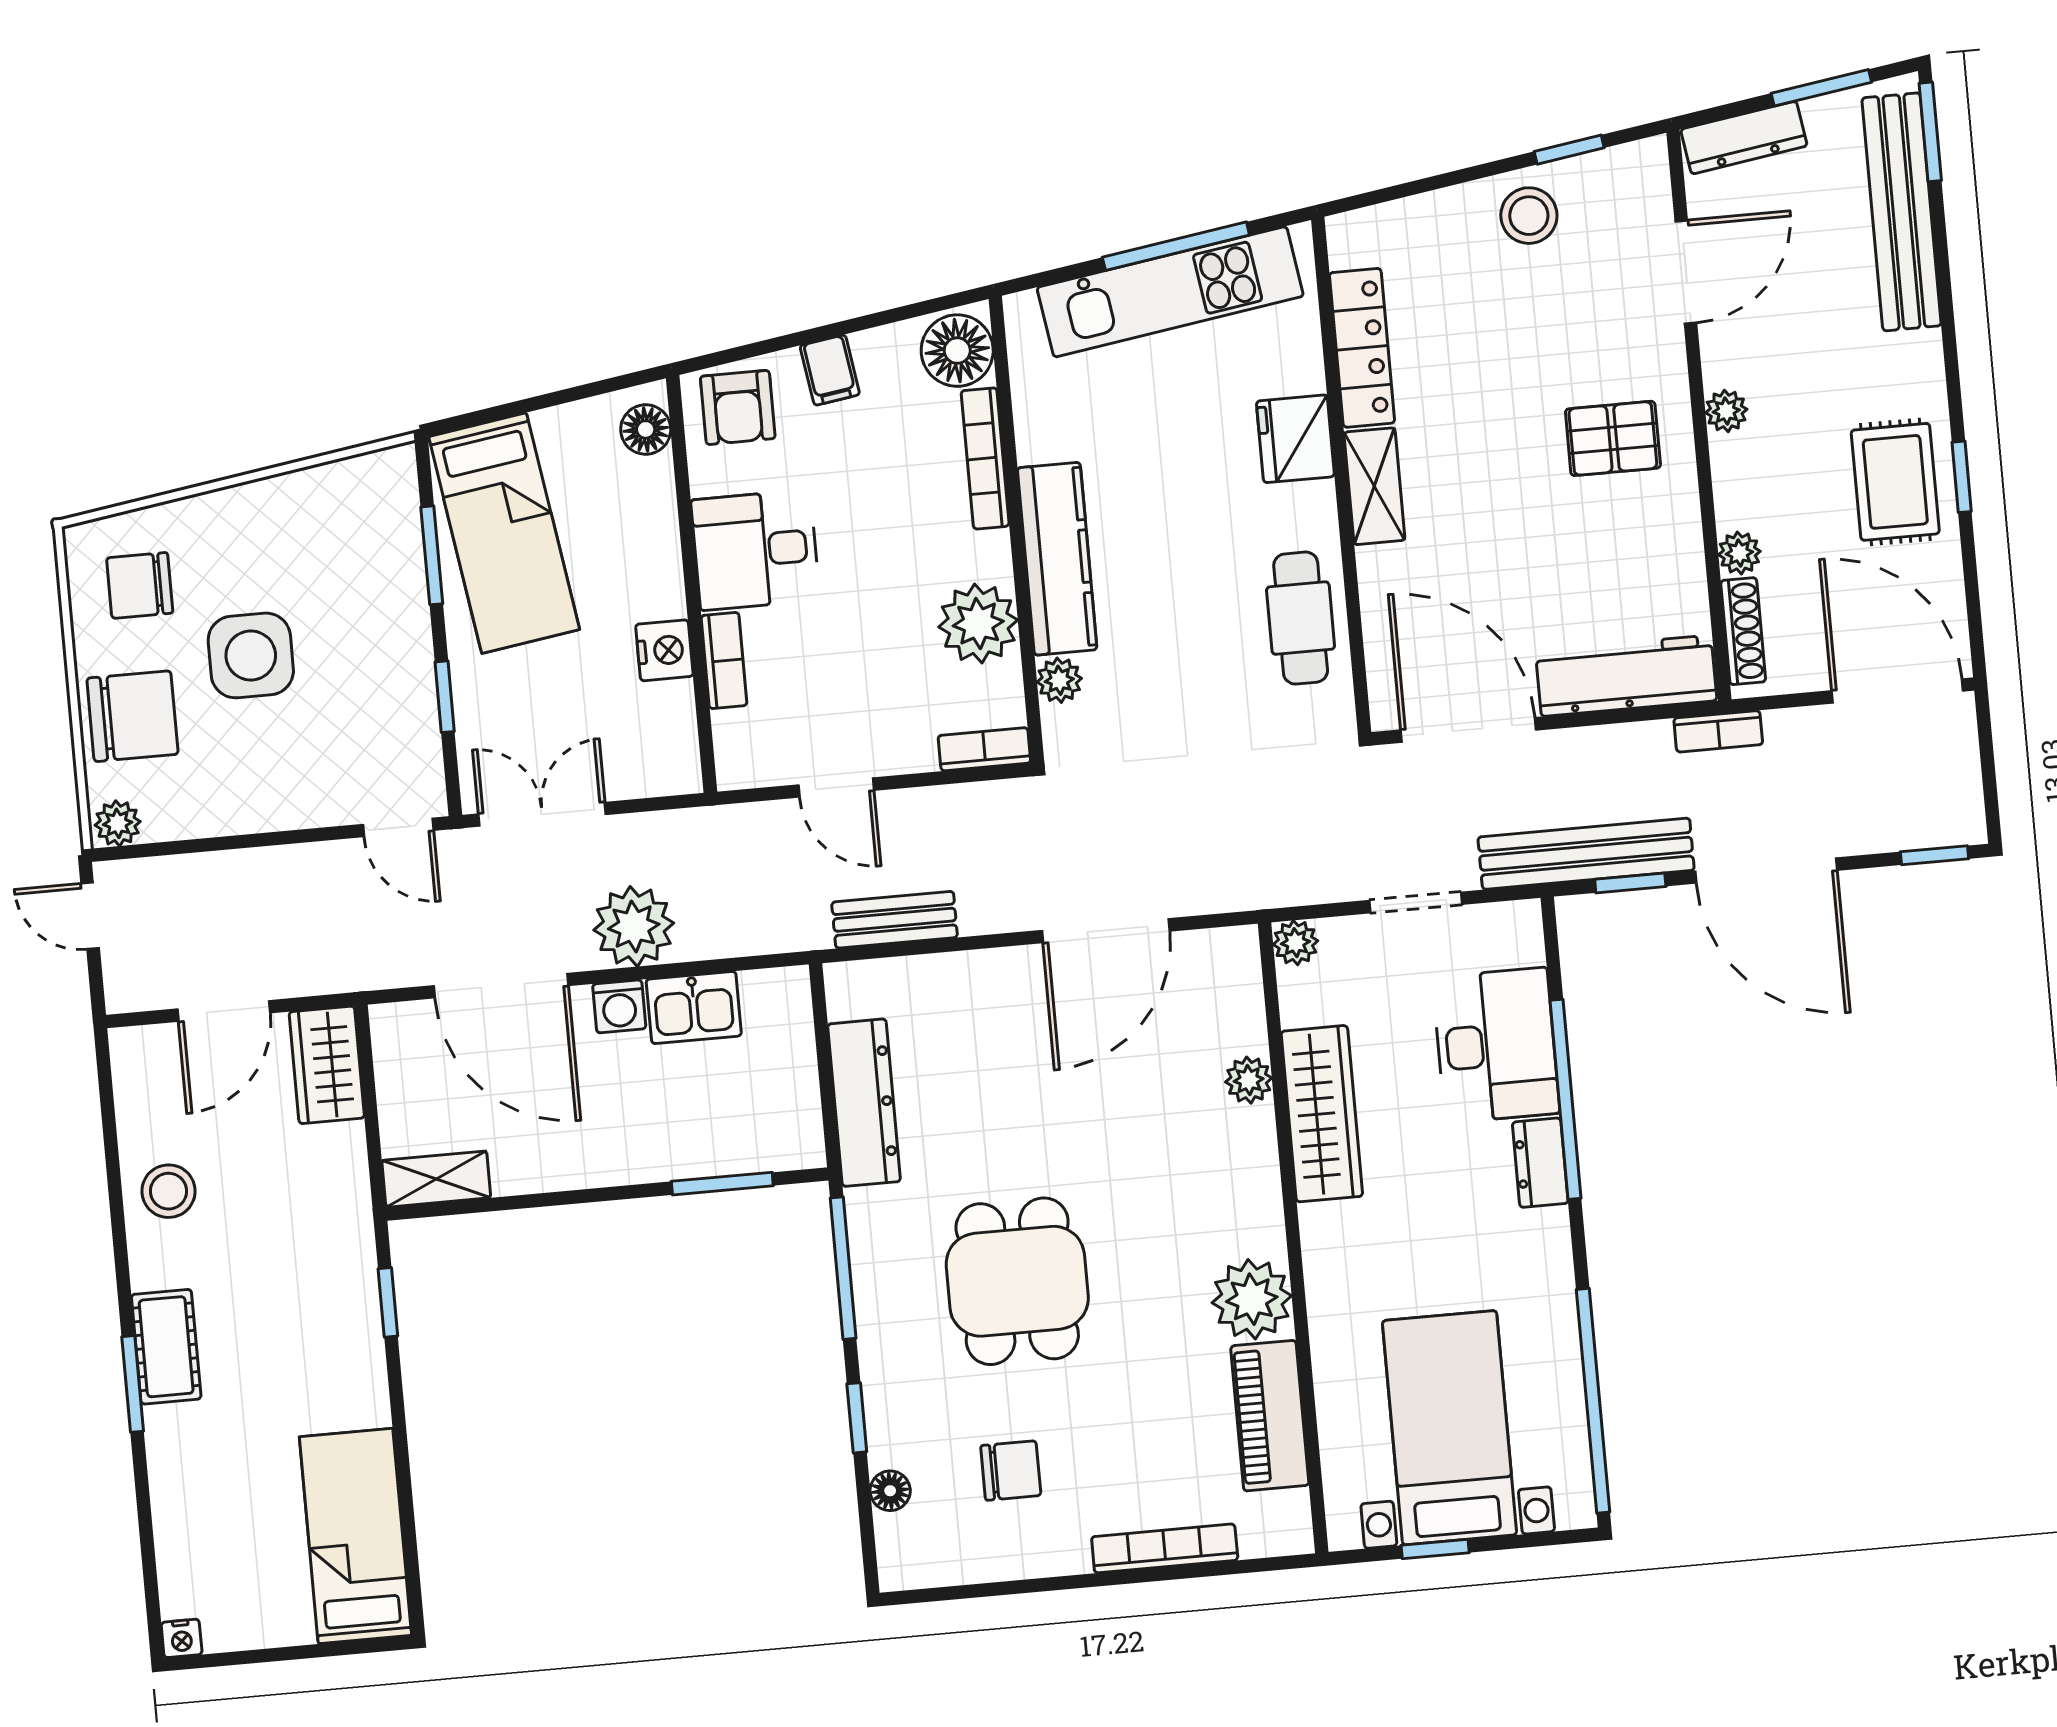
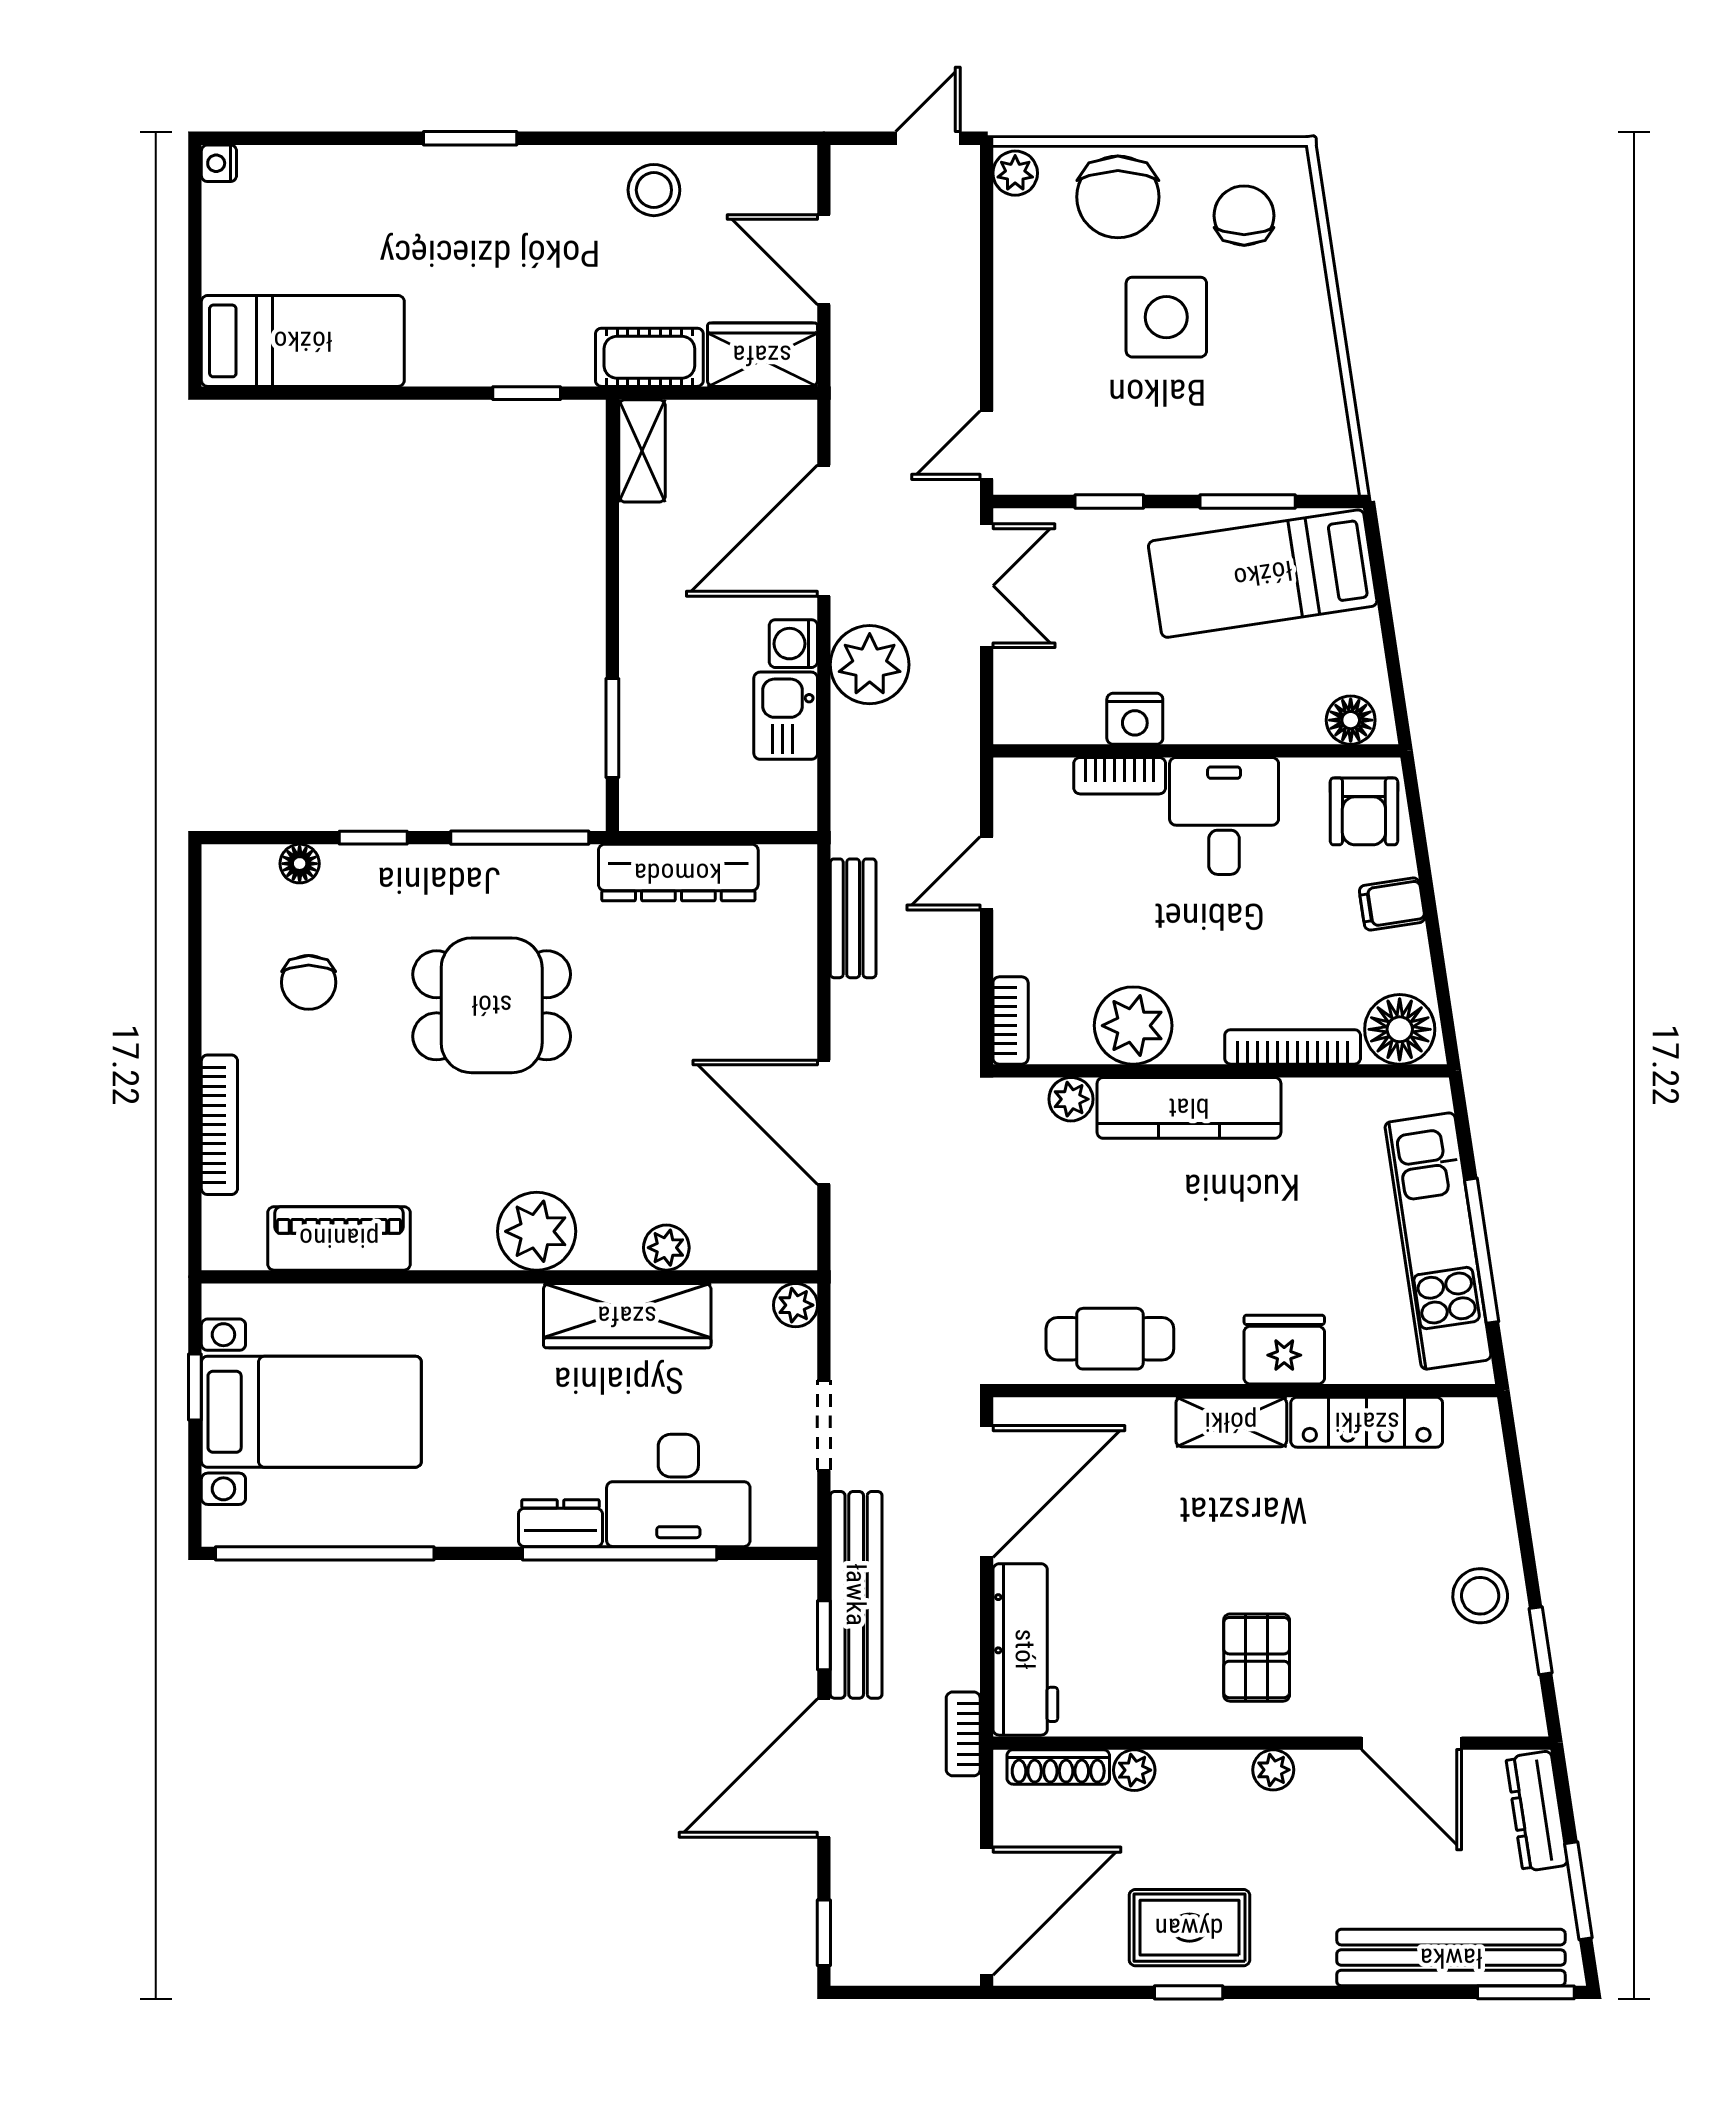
armchair: (738, 407) -> (1364, 811), turned -90
plant: (1252, 1299) -> (537, 1231), moved
cot: (166, 1347) -> (649, 357), moved

